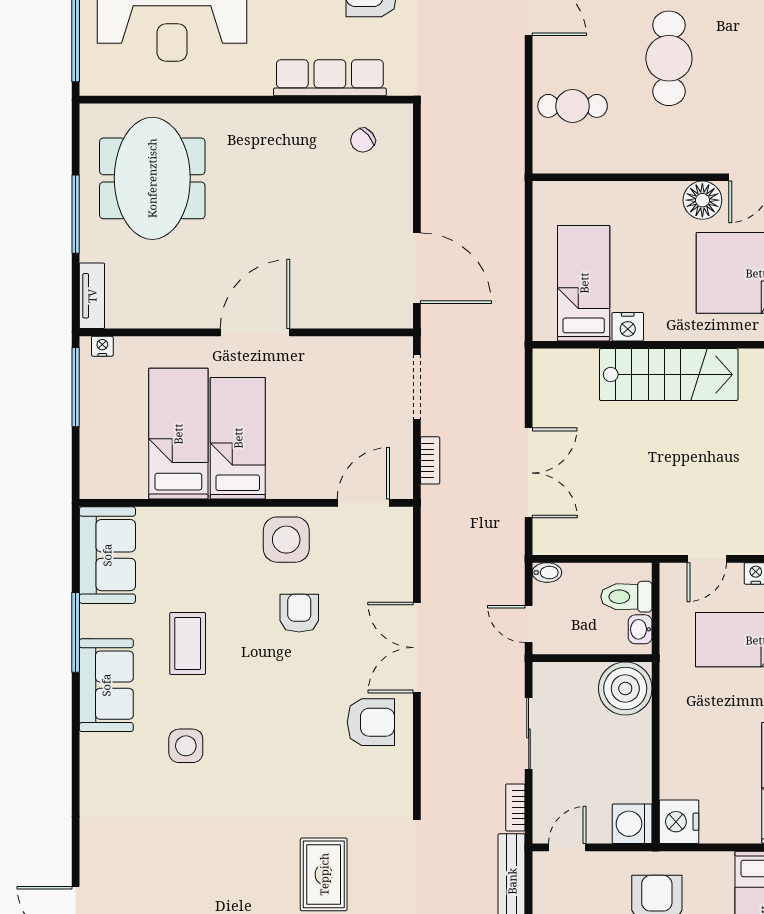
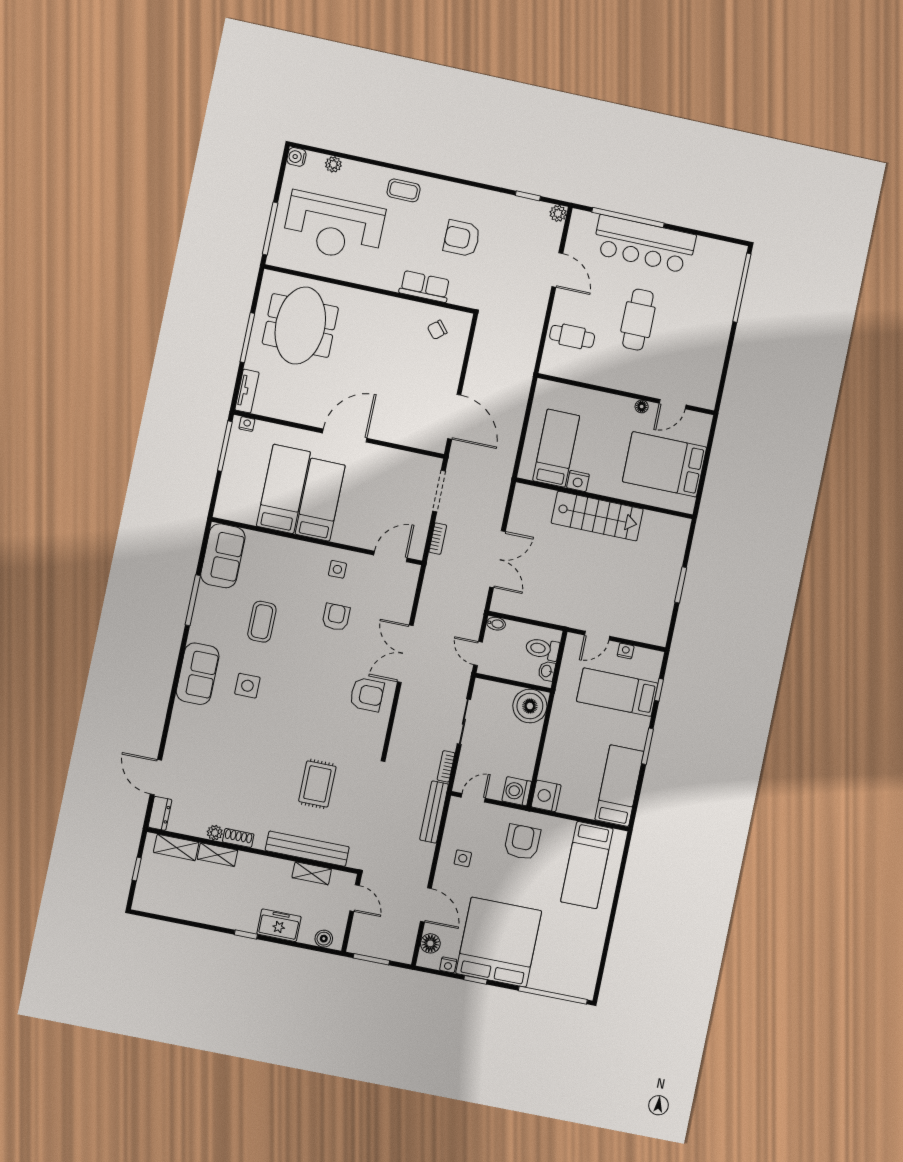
row of seats: (330, 78) -> (425, 286), width x0.68
floor lamp: (702, 200) -> (642, 407), width x0.53, depth x0.53
side table: (286, 540) -> (337, 569), width x0.54, depth x0.54
sofa: (106, 685) -> (198, 674), moved

